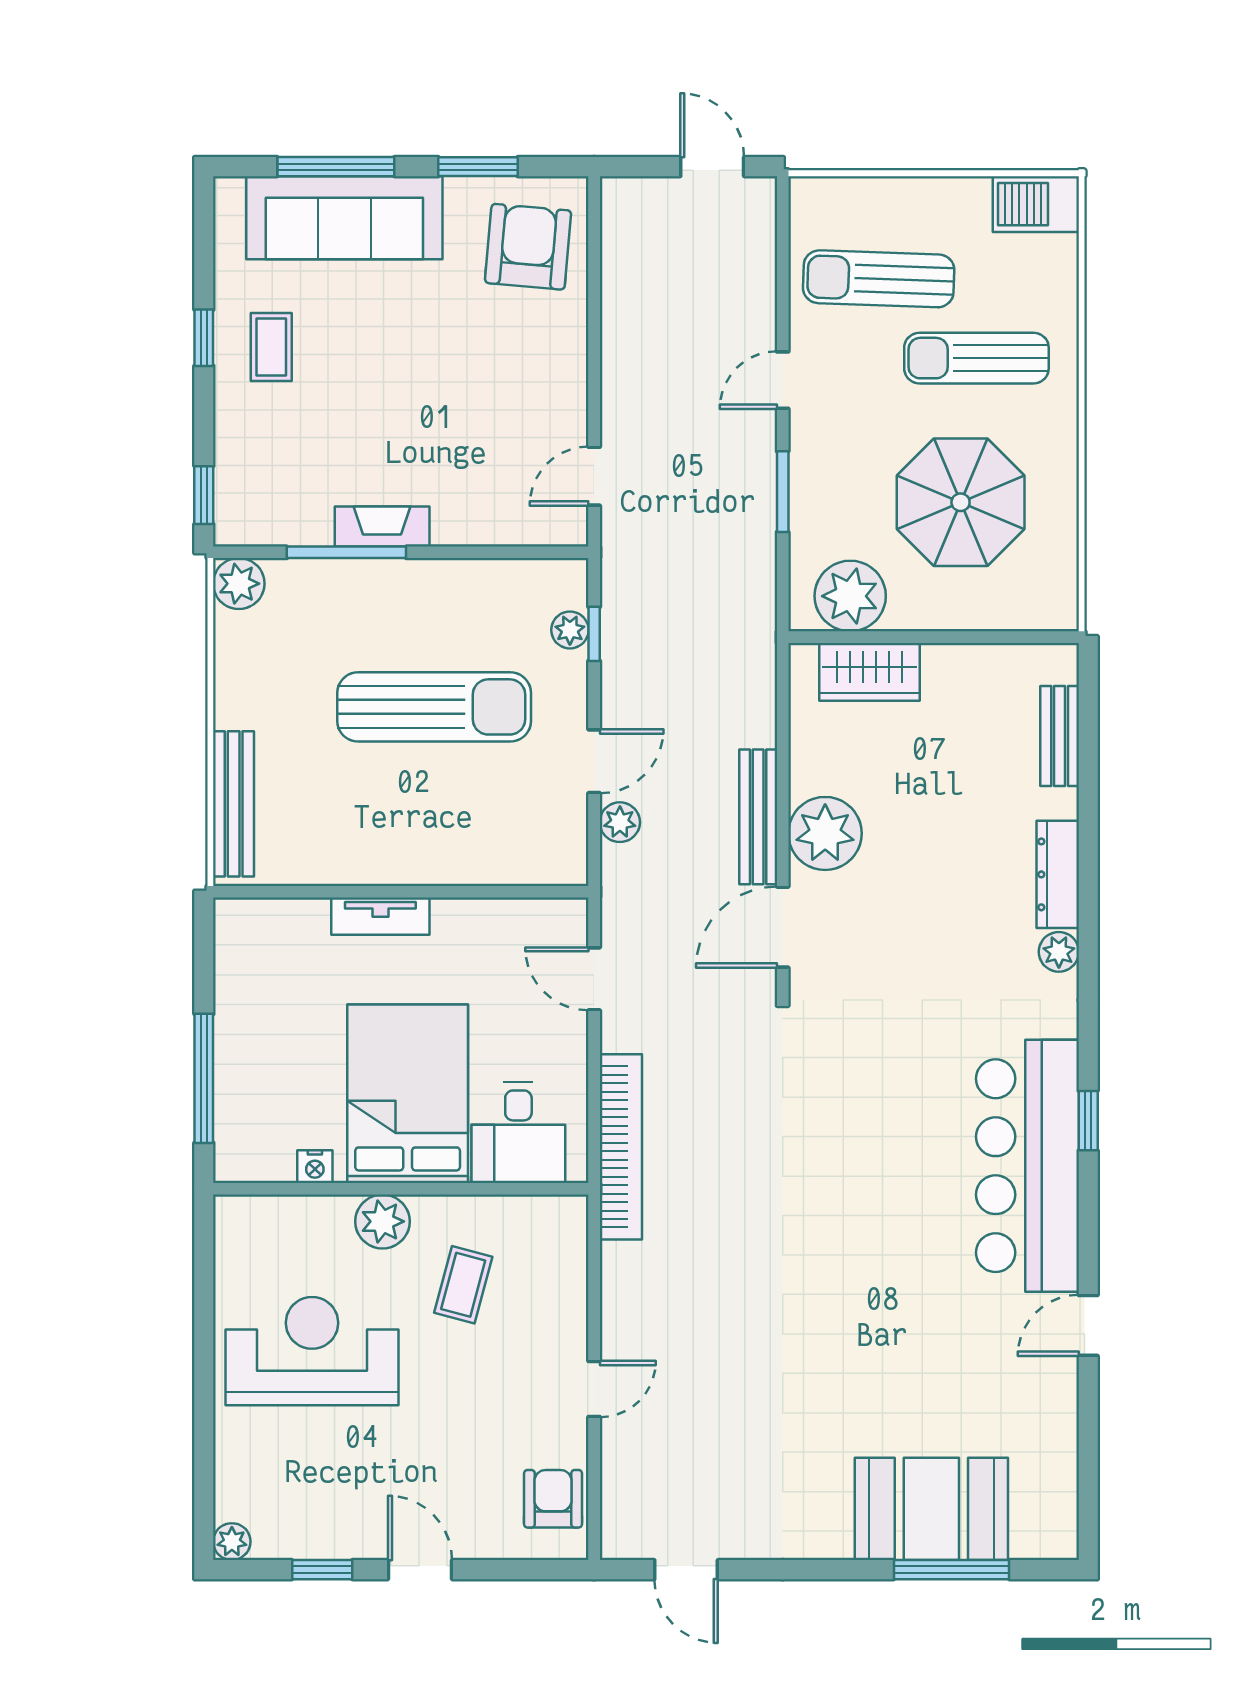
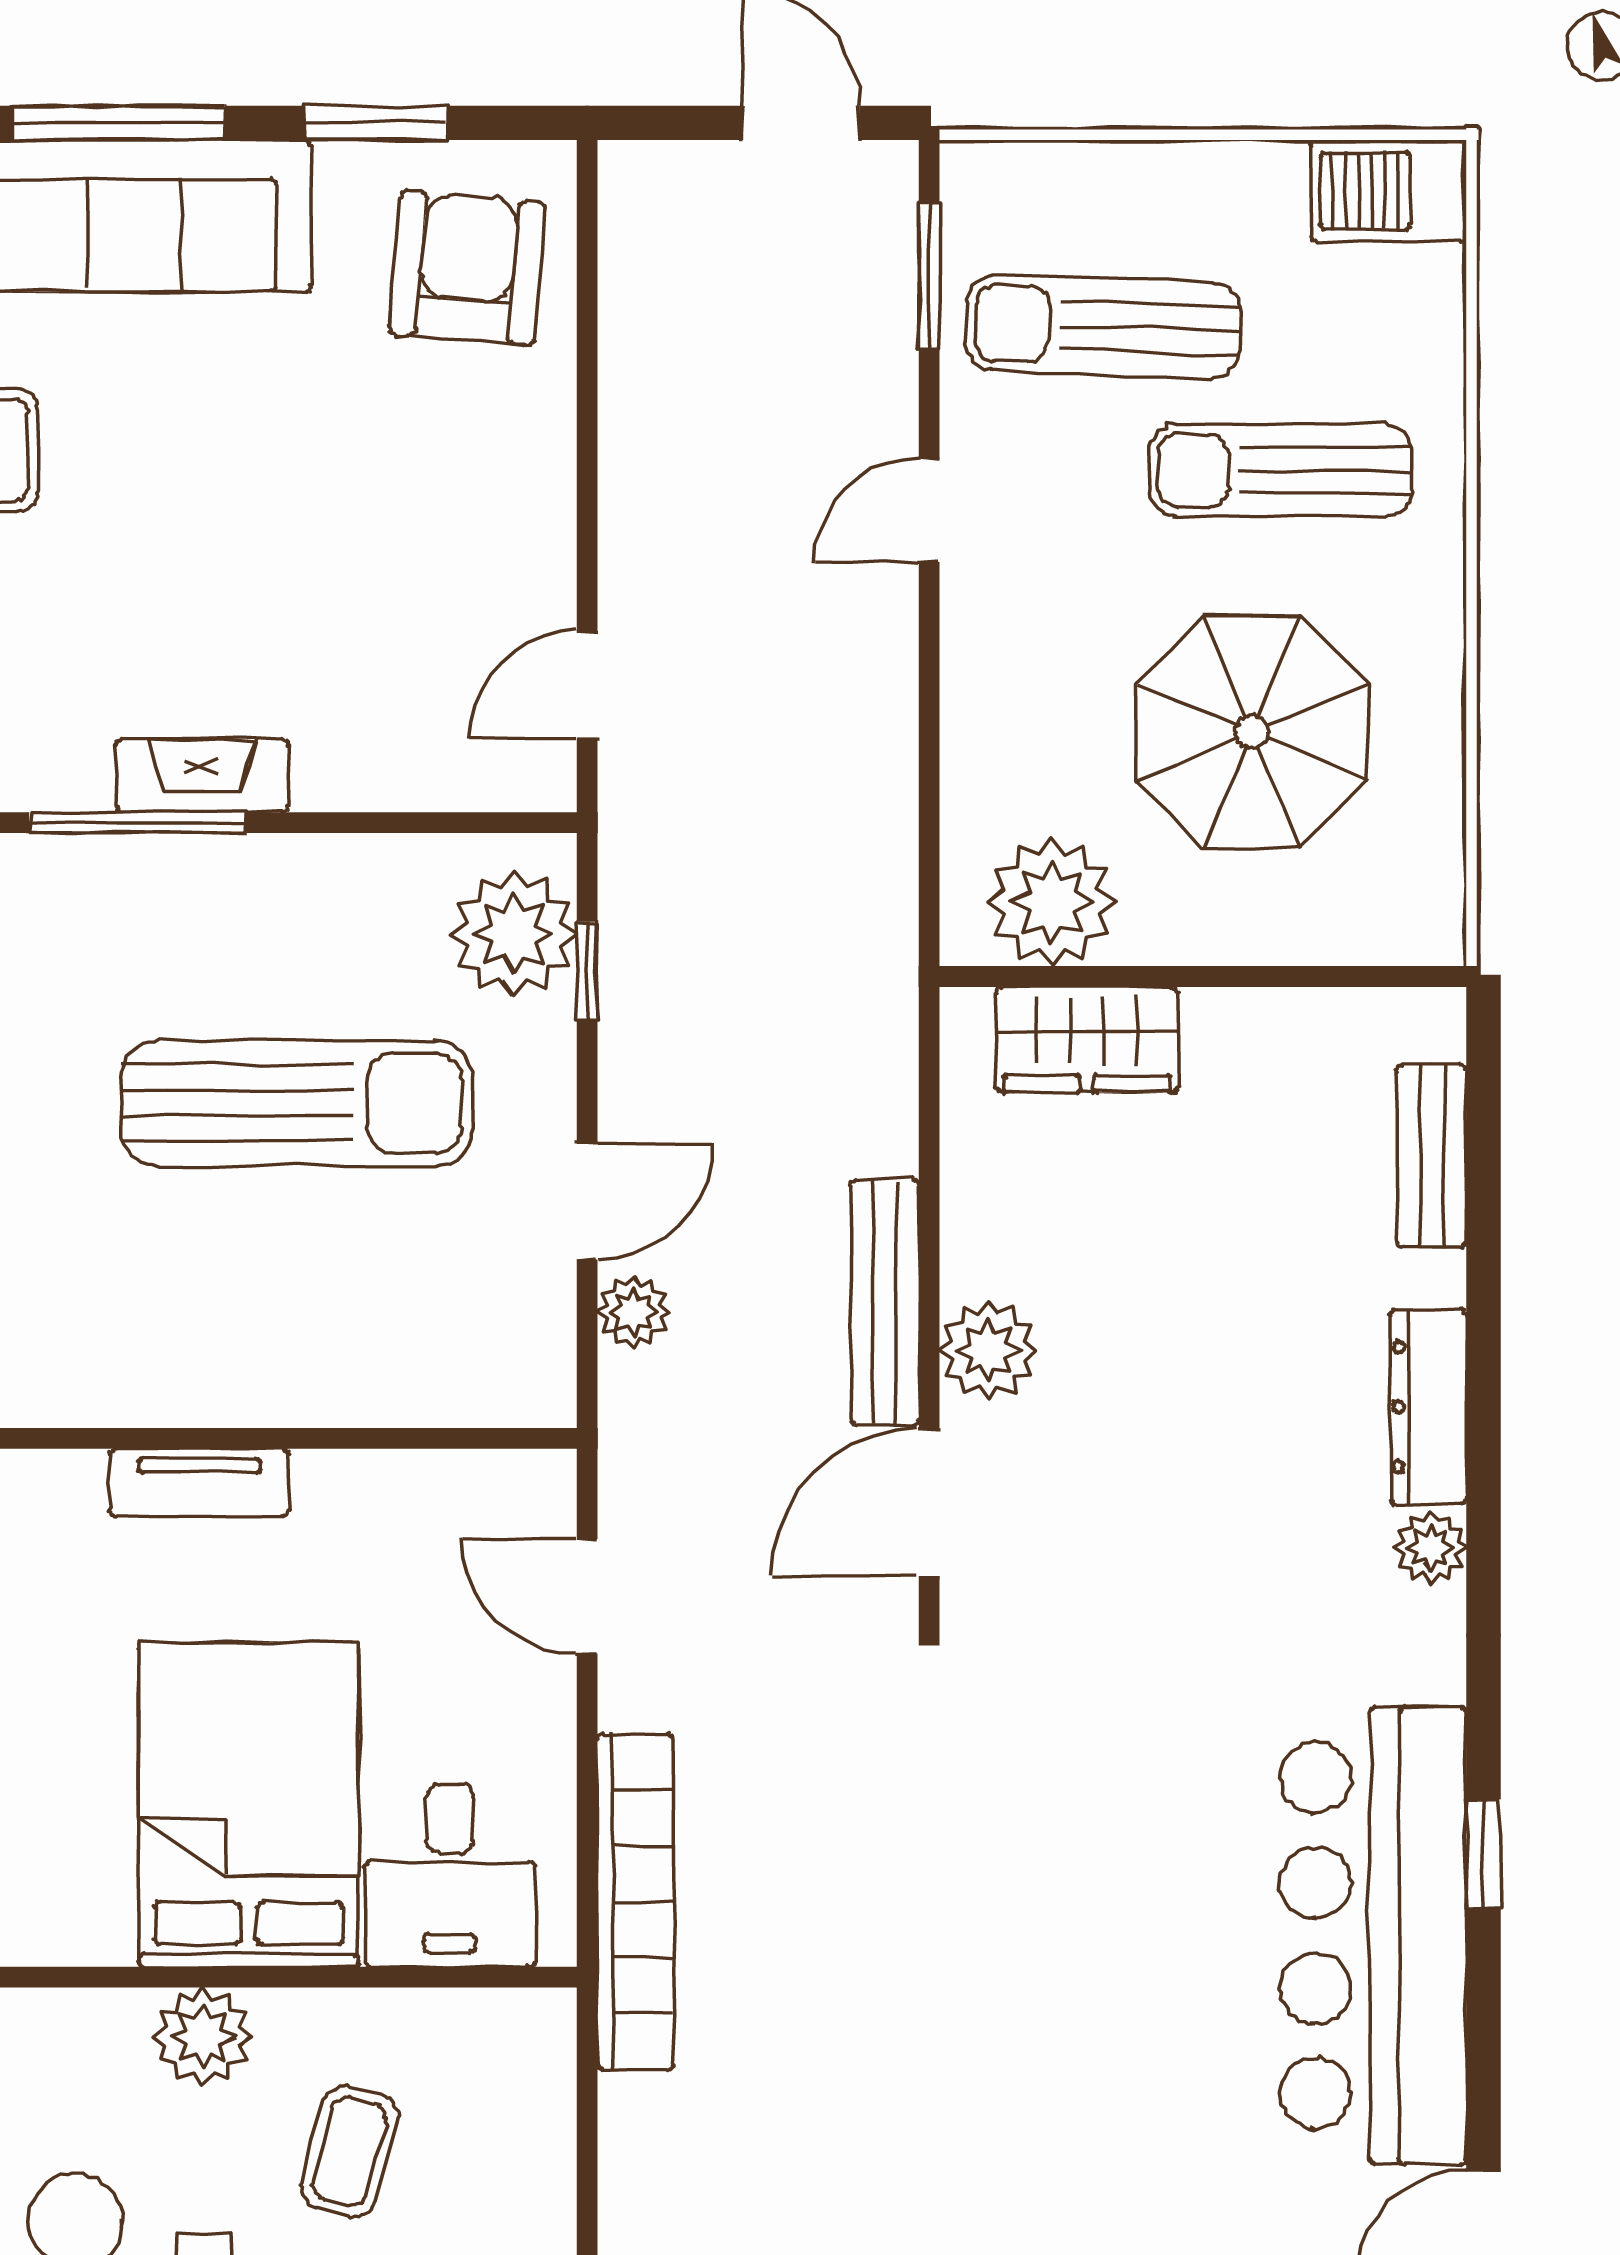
window: (783, 492) -> (929, 275), moved
plant: (570, 630) -> (514, 934), width x1.87, depth x1.87
plant: (825, 833) -> (988, 1350), width x0.73, depth x0.73
nightstand: (315, 1167) -> (80, 1937), removed

